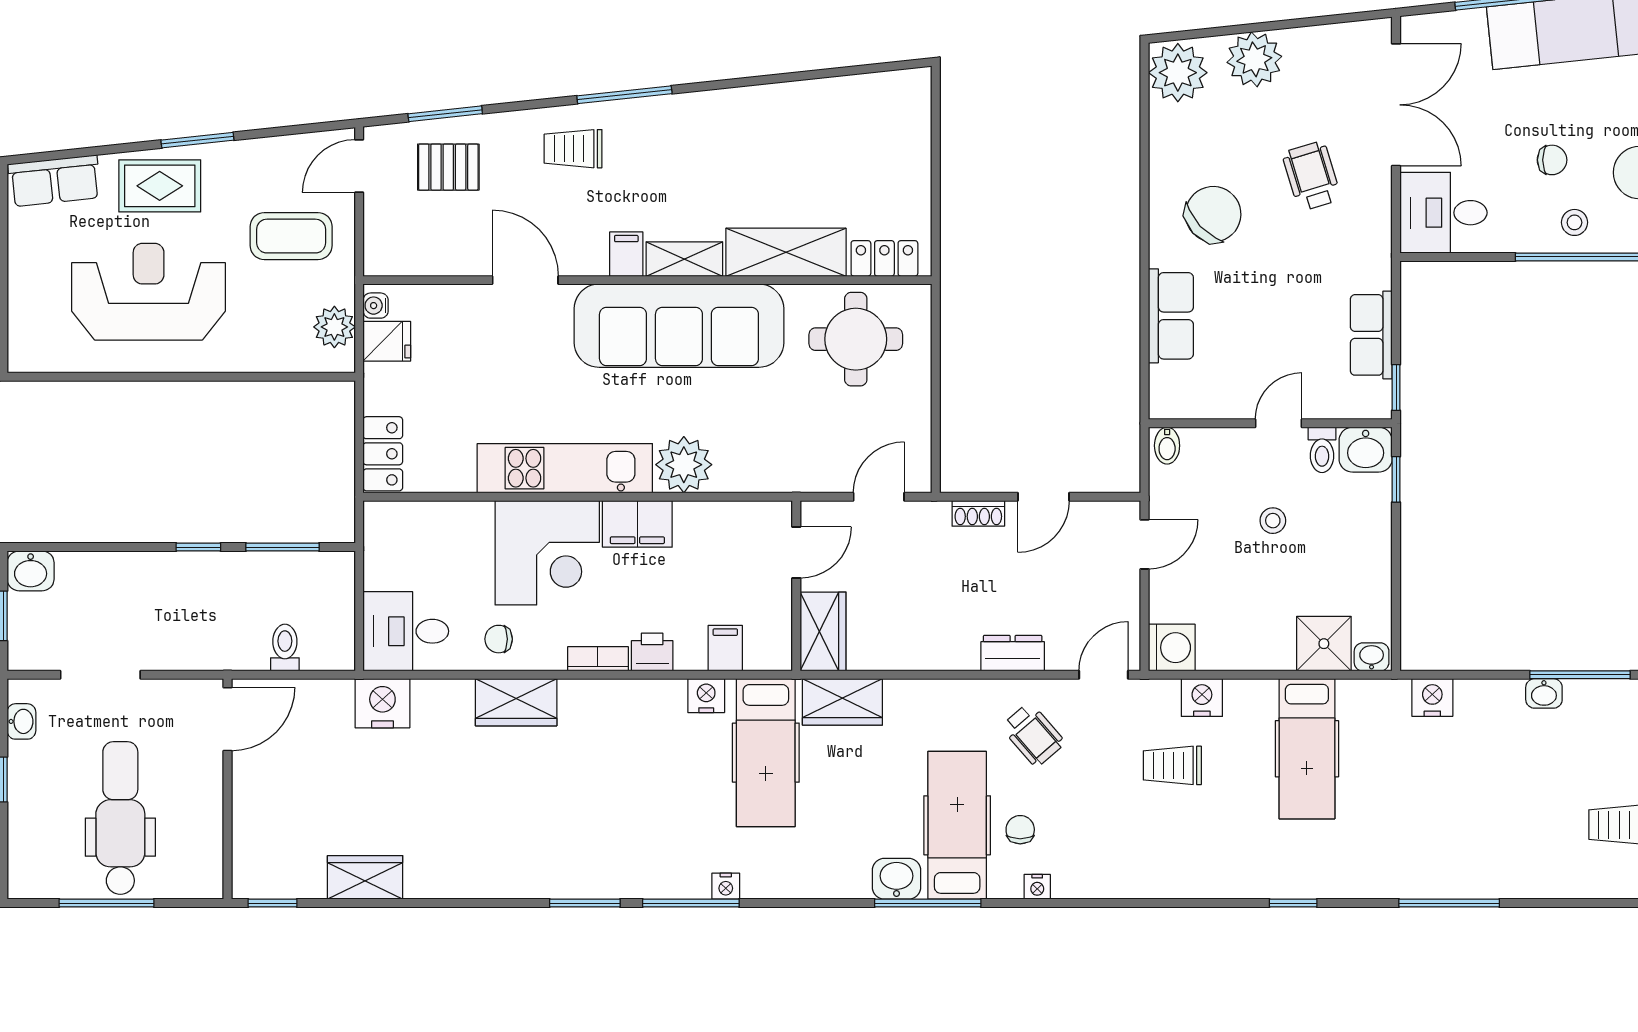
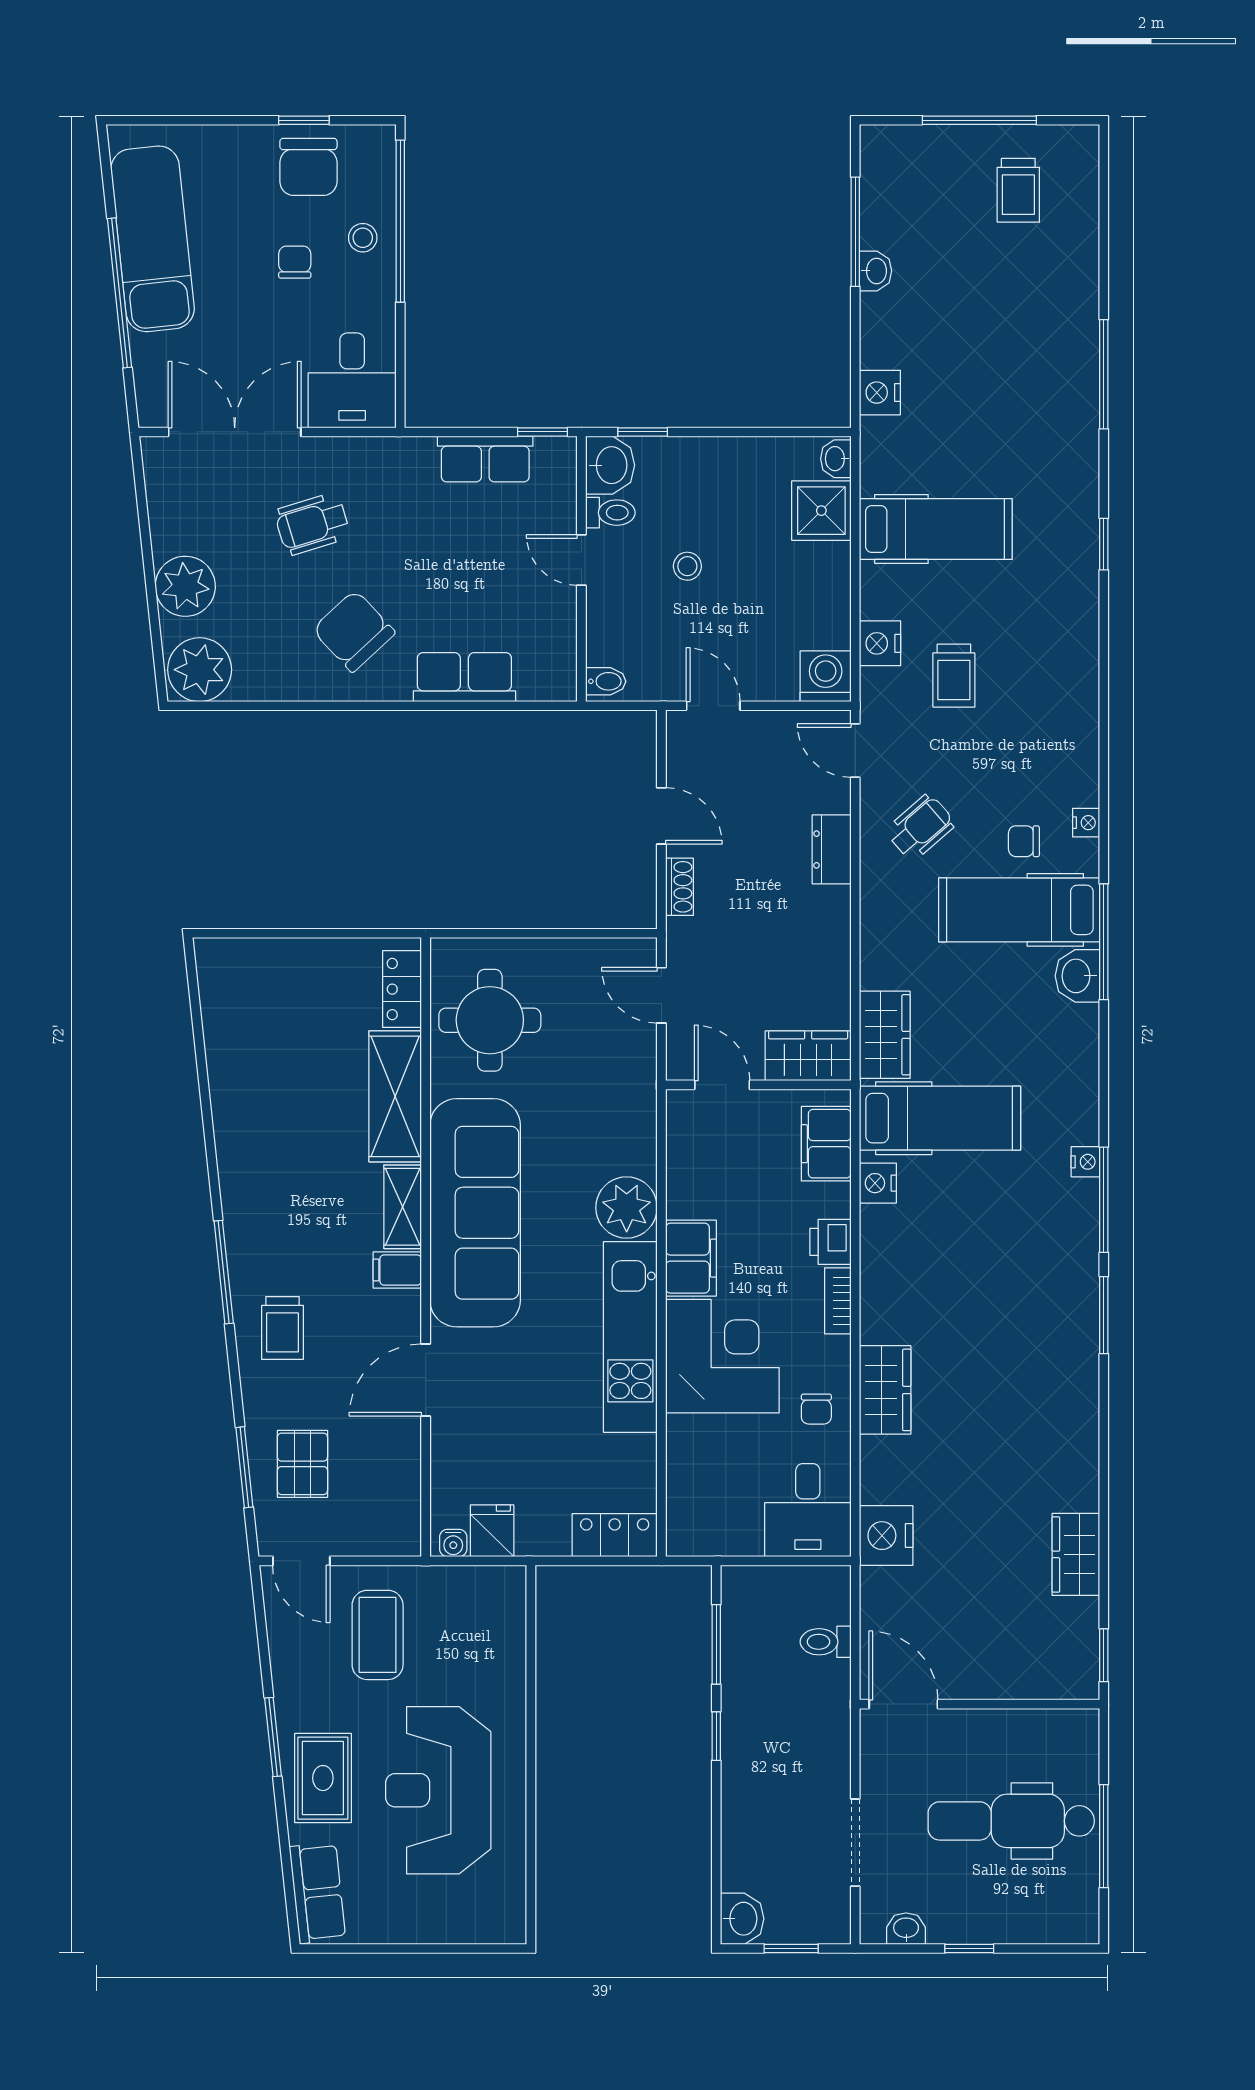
plant: (334, 327) -> (477, 1588), removed
filing cabinet: (725, 648) -> (826, 1144), width x2.00

